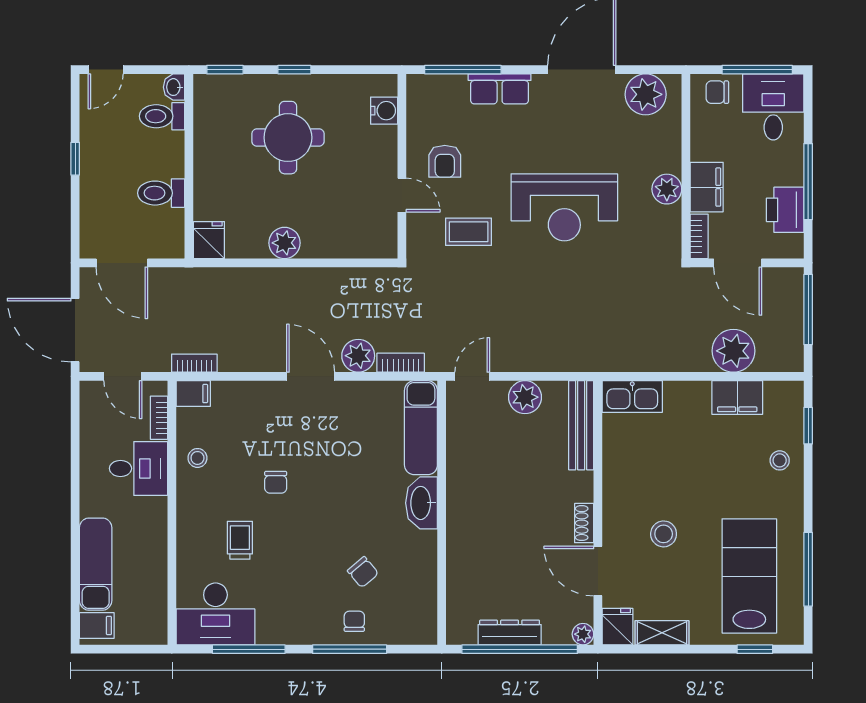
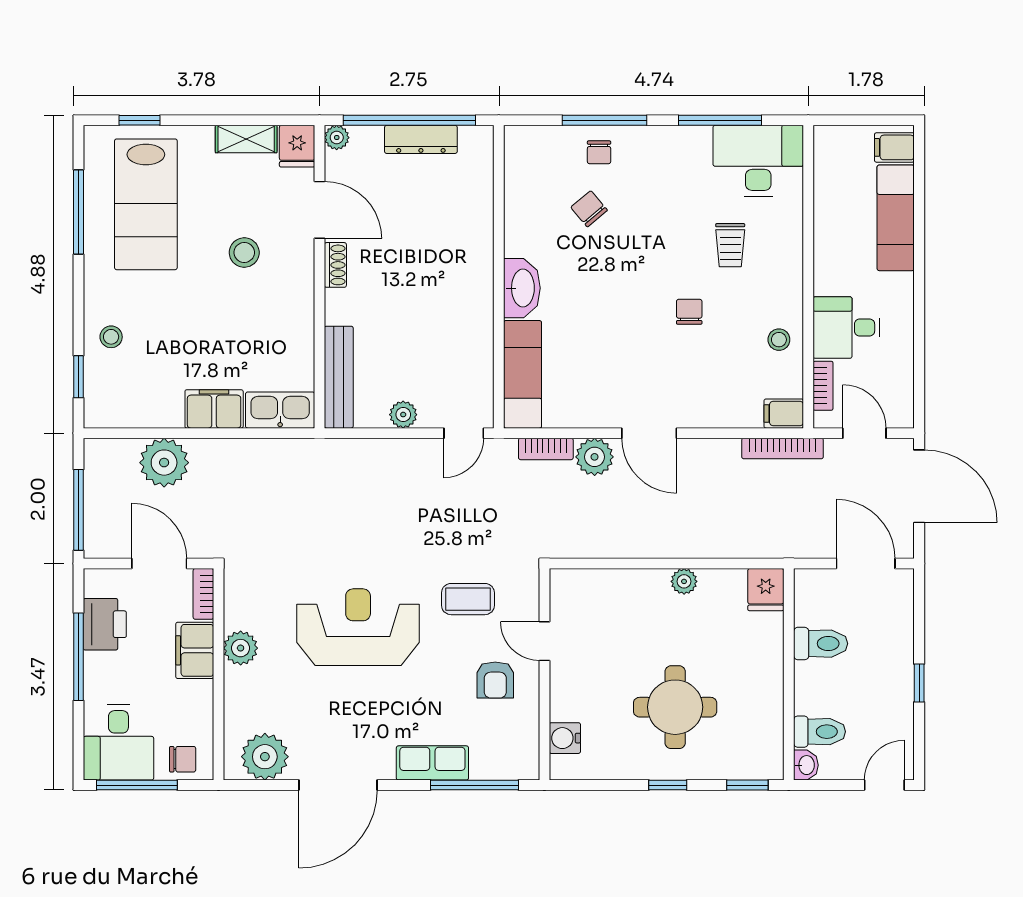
armchair: (445, 161) -> (495, 680), turned 180
plant: (284, 243) -> (684, 581), width x0.73, depth x0.73
bookcase: (194, 363) -> (783, 448), width x1.56
plant: (525, 397) -> (403, 415), width x0.73, depth x0.73
filing cabinet: (737, 398) -> (214, 409), moved

